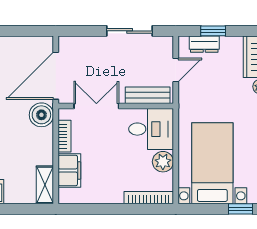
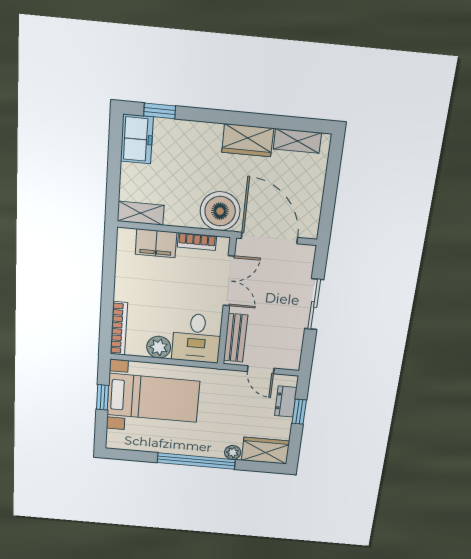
sliding door: (130, 31) -> (314, 304), moved
boiler: (41, 115) -> (220, 211), width x1.37, depth x1.37
window: (240, 209) -> (102, 397), moved

